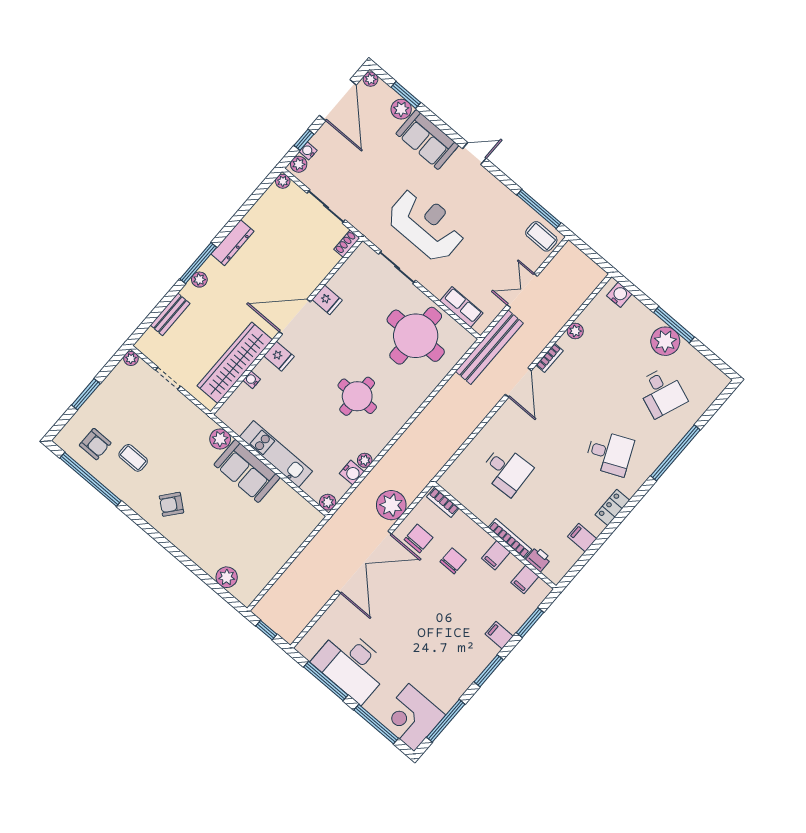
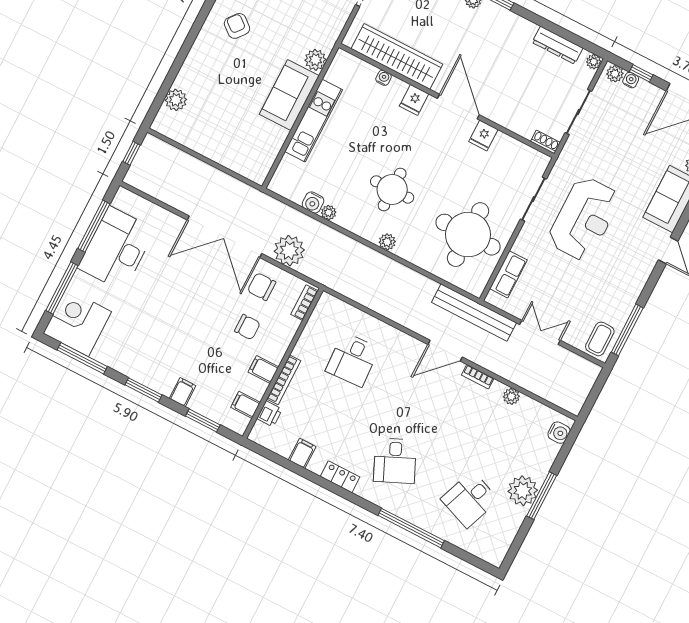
dresser: (233, 243) -> (557, 45), moved
plant: (328, 502) -> (387, 242), moved
chair: (419, 539) -> (262, 287), turned 180

